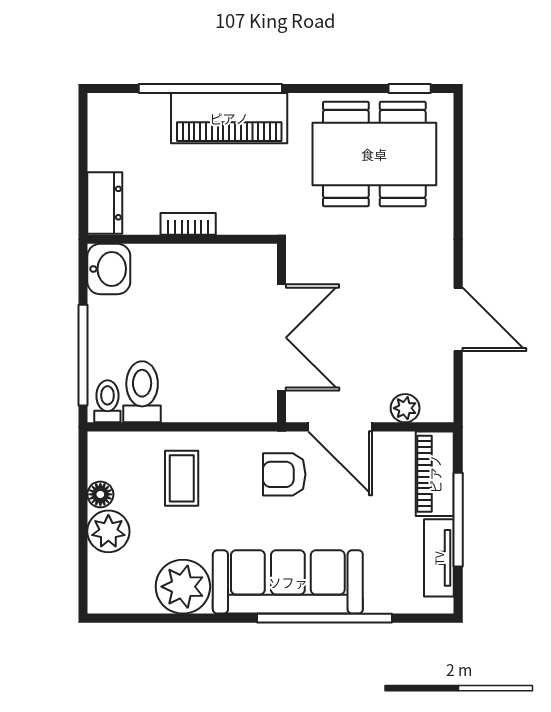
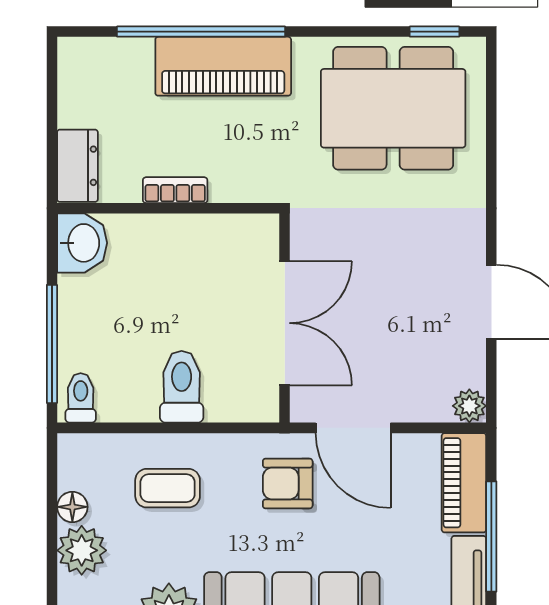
toilet: (142, 392) -> (182, 387), moved
plant: (405, 408) -> (469, 406), moved
coffee table: (182, 478) -> (168, 488), turned 90

